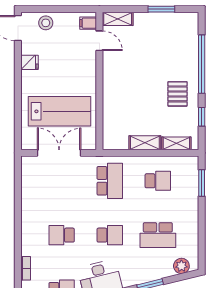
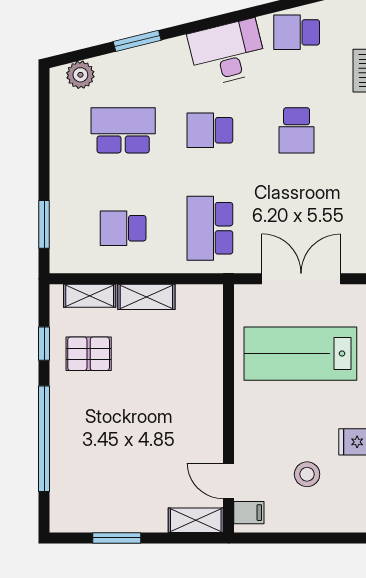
stool: (46, 23) -> (307, 474), moved
pallet: (177, 94) -> (89, 354), moved, turned 90
double door: (59, 153) -> (301, 279), swing flipped
school desk: (62, 235) -> (297, 130), turned 90

